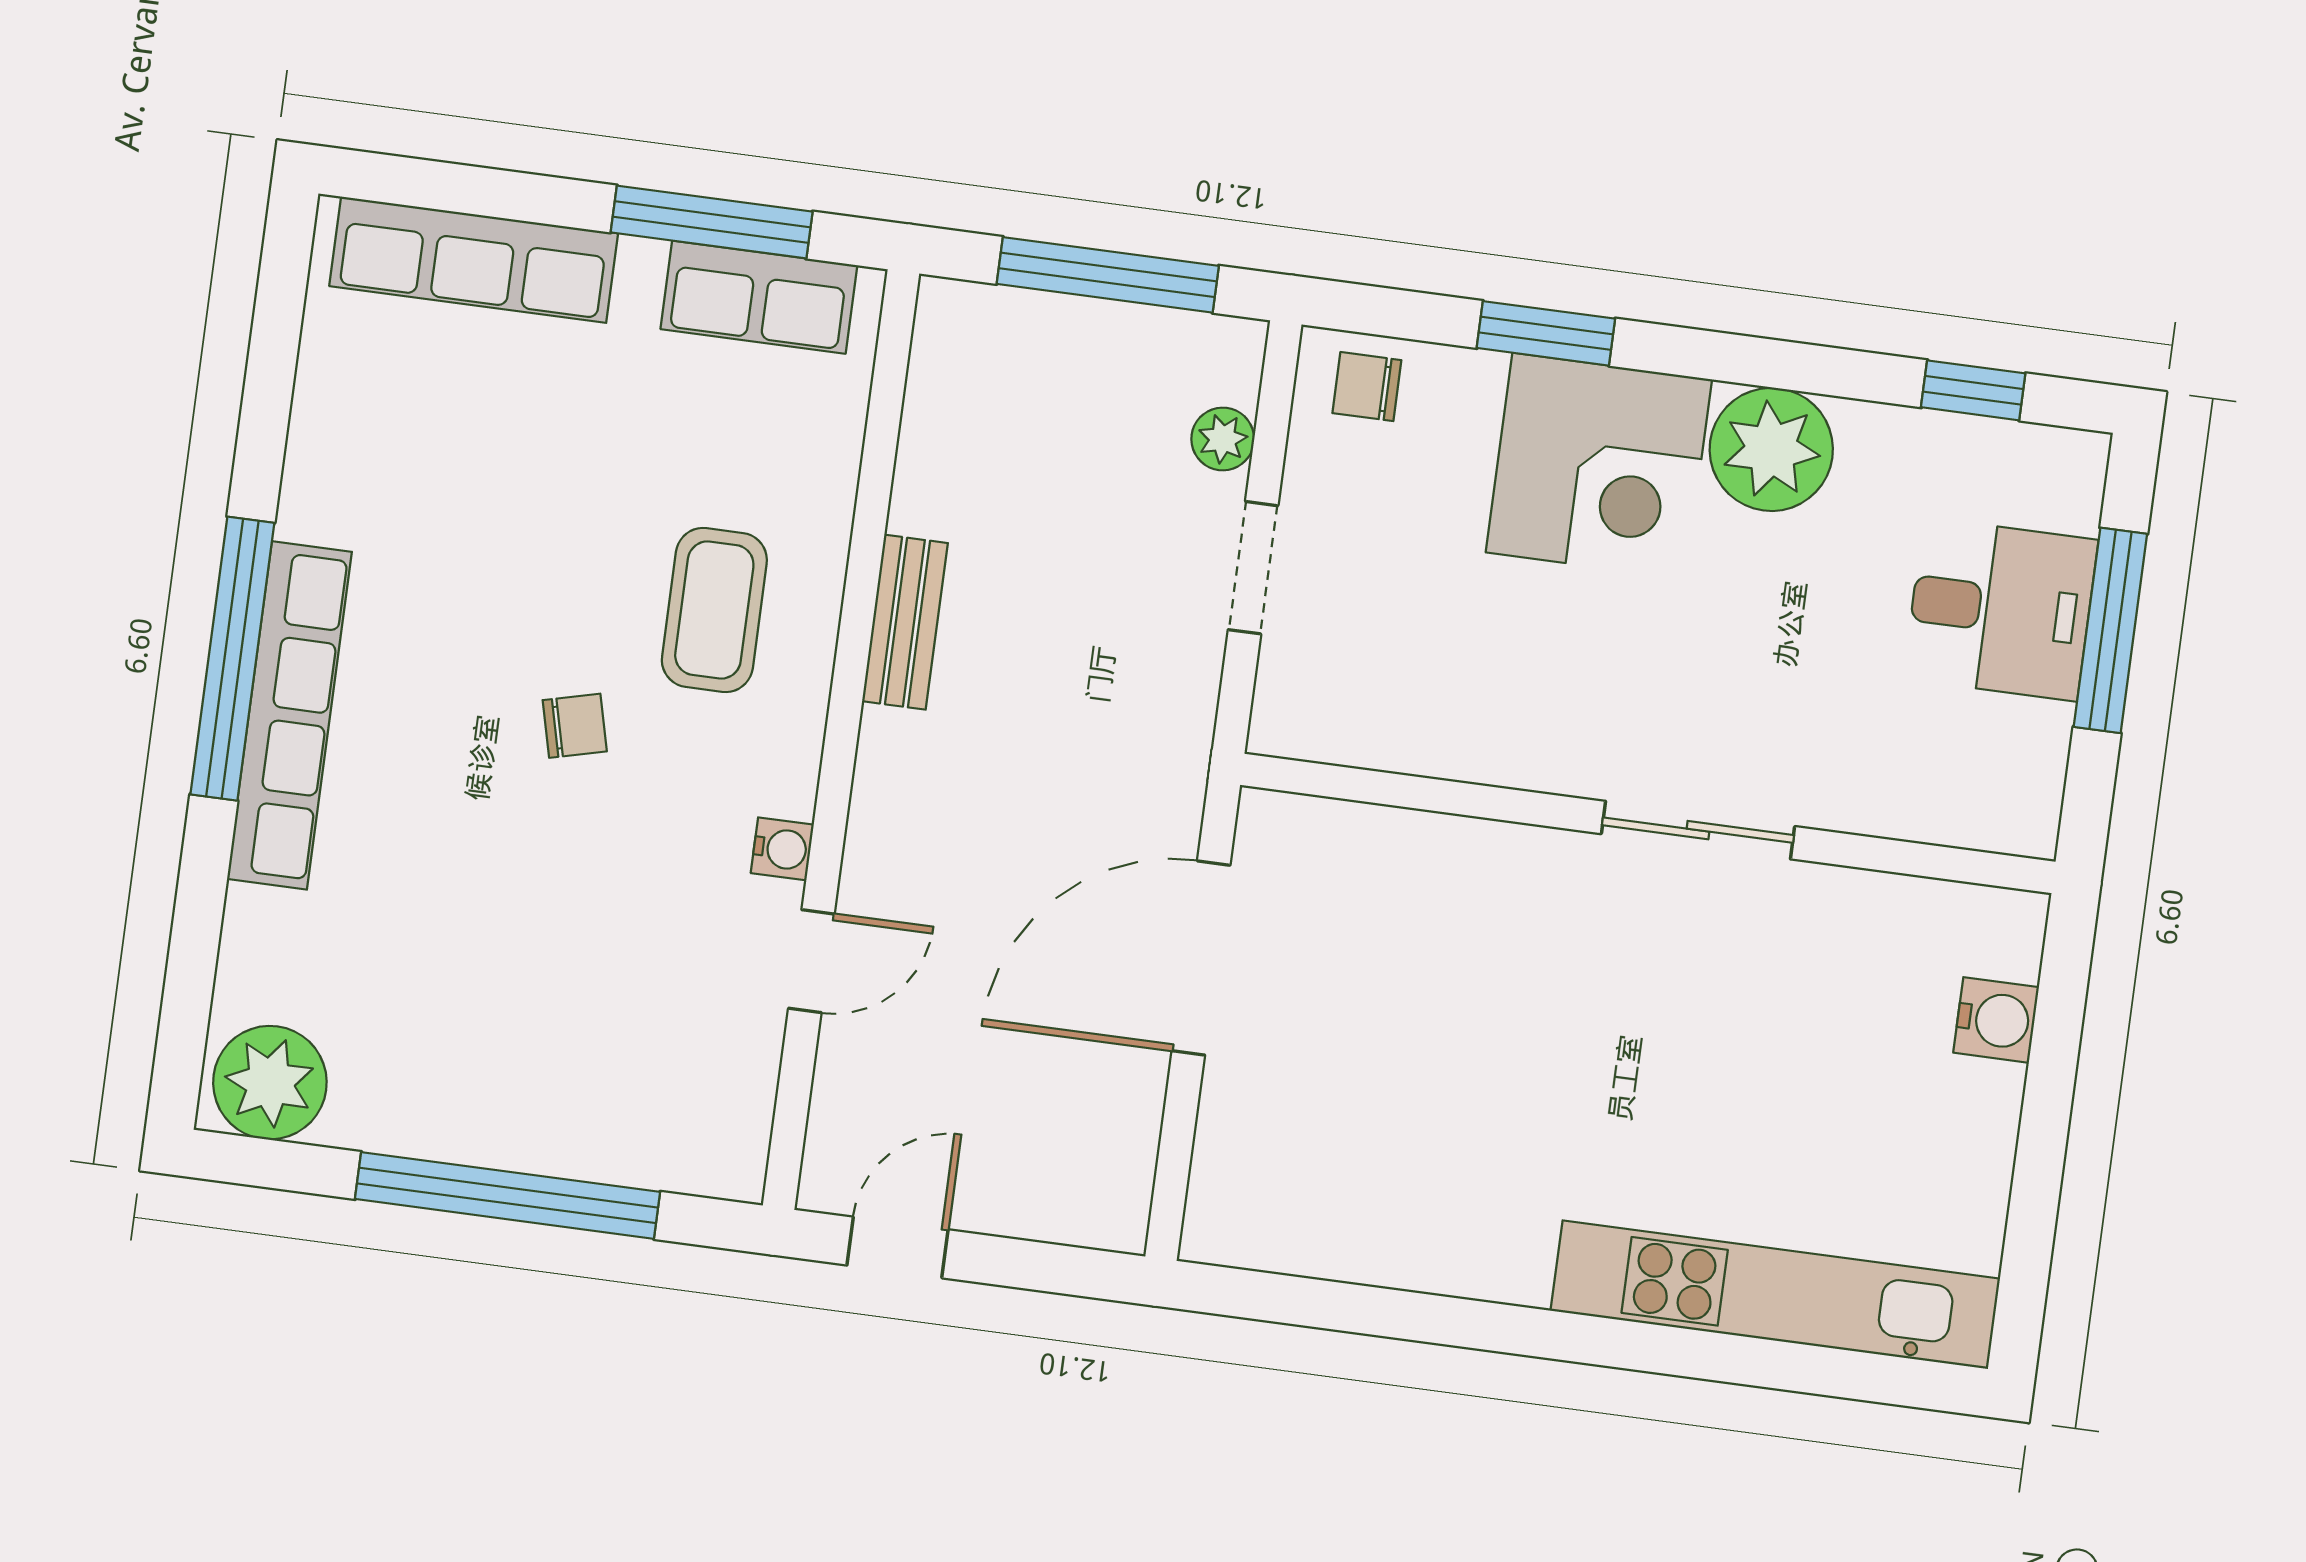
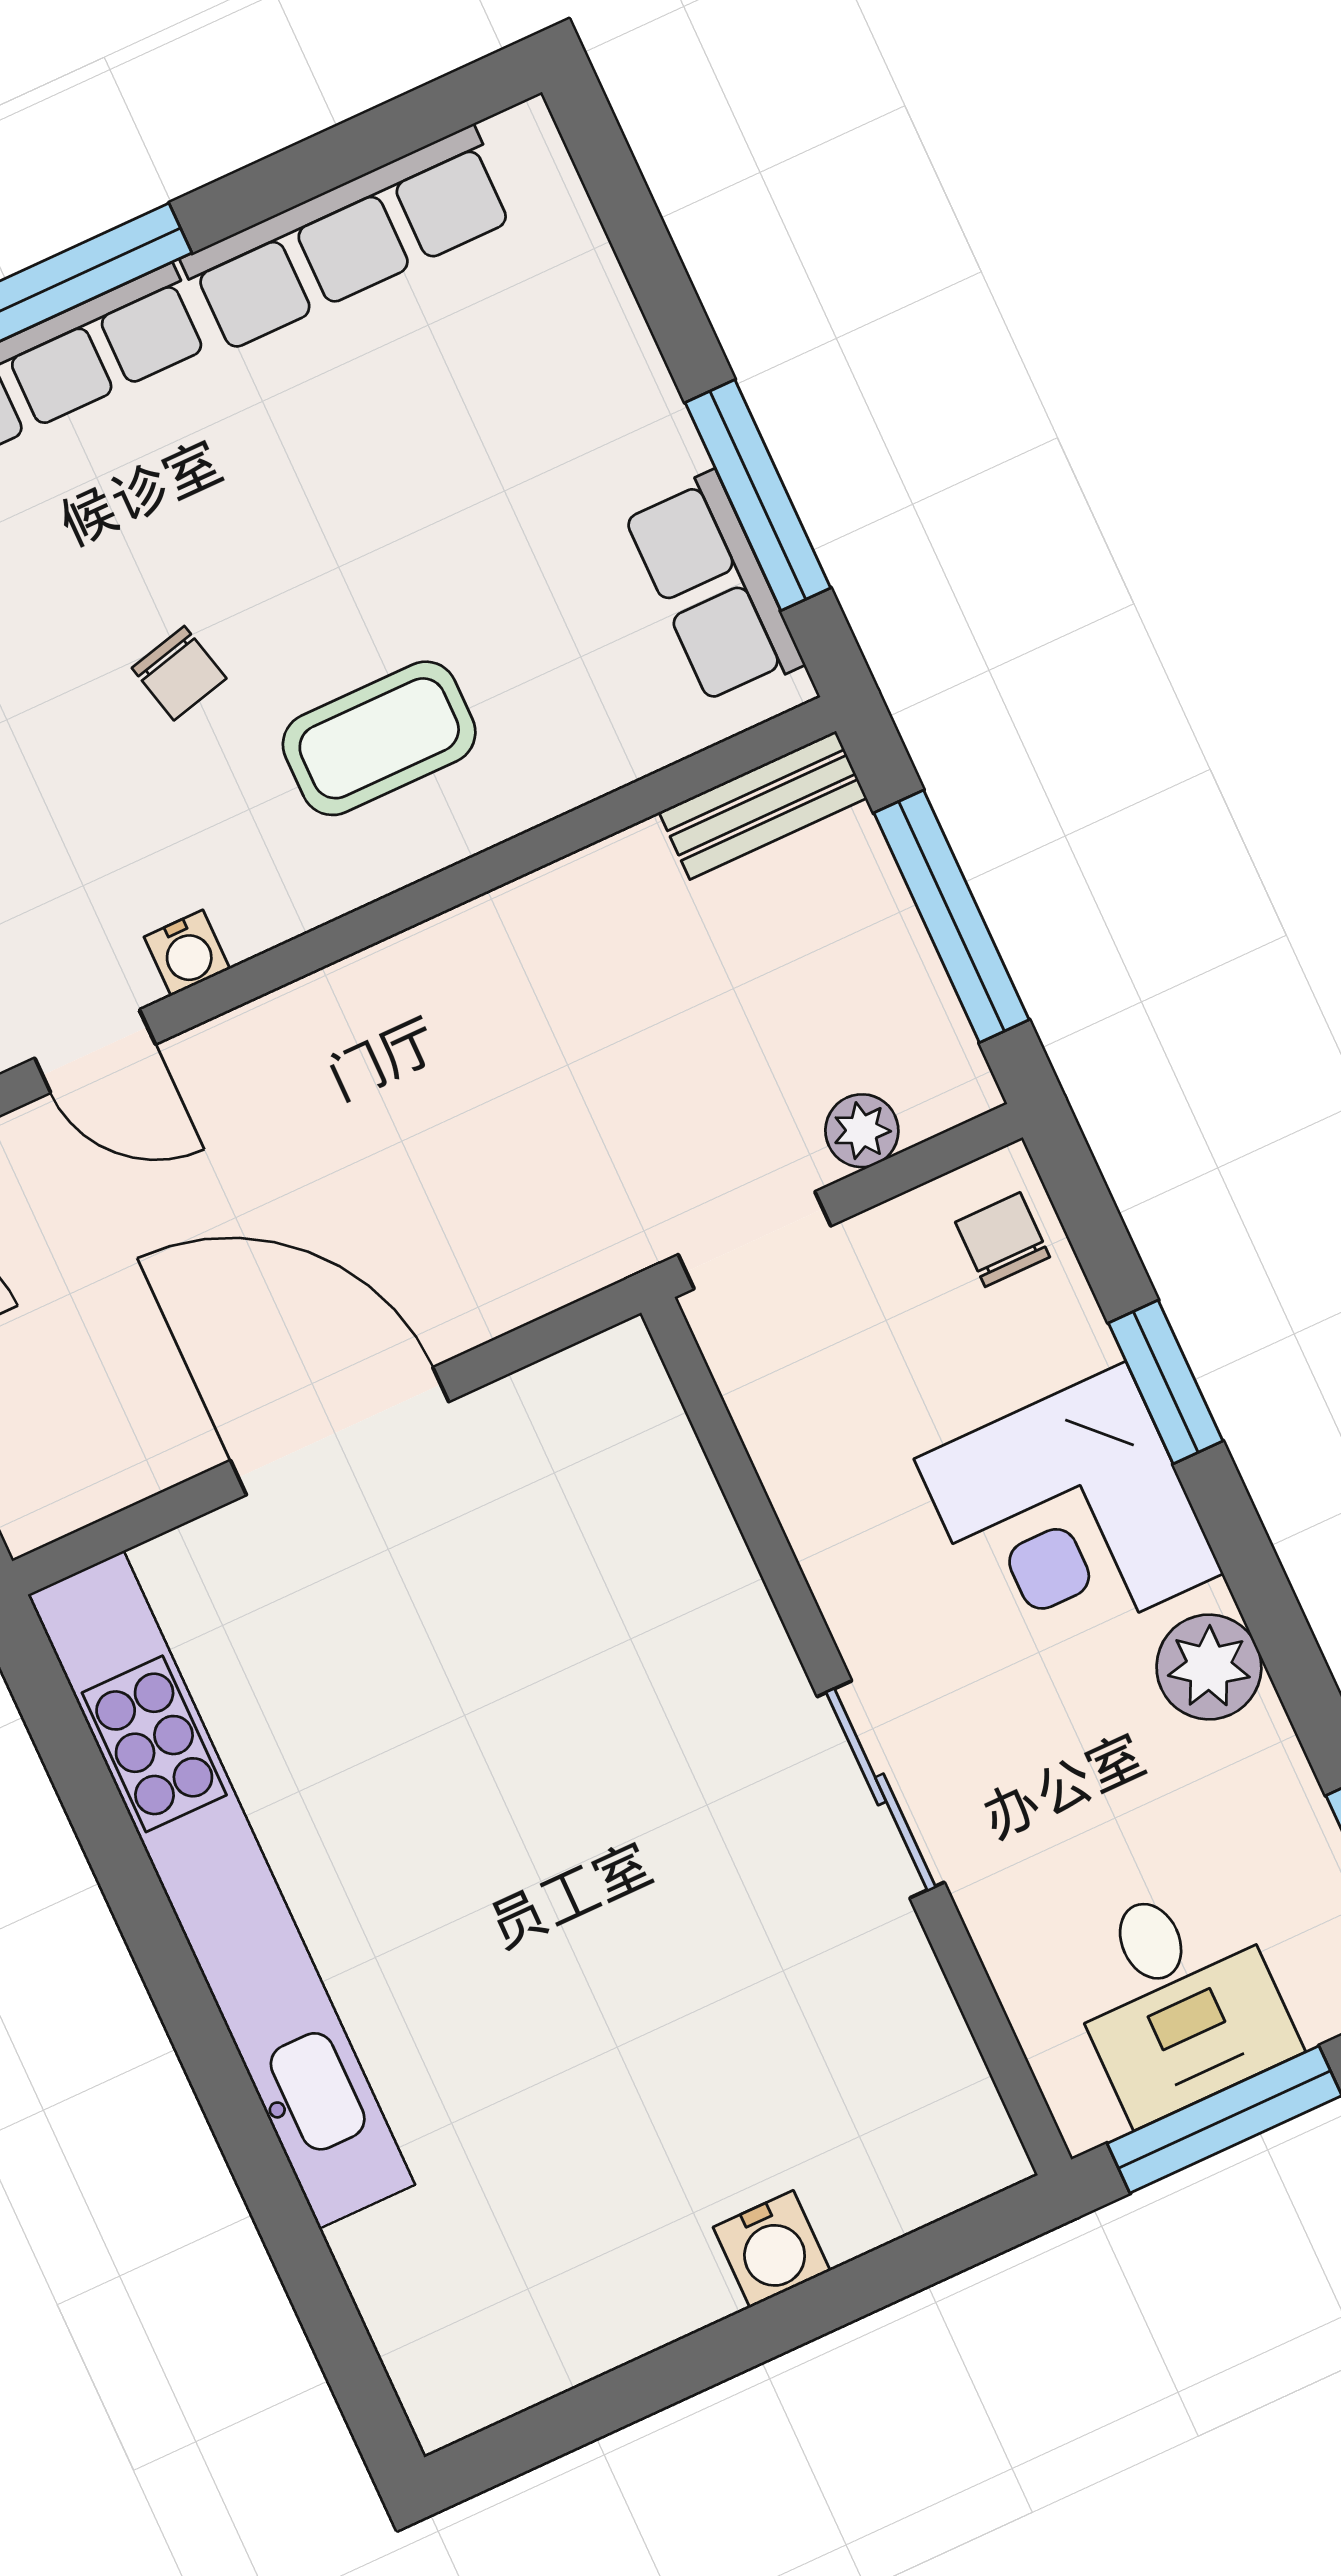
row of seats: (474, 260) -> (348, 239), moved, turned -90
plant: (1771, 449) -> (1209, 1667), width x0.73, depth x0.73
bench: (905, 622) -> (763, 805), moved
wall: (1648, 823) -> (856, 1736), moved
sliding door: (1698, 830) -> (881, 1789), moved
kitchen unit: (1775, 1295) -> (221, 1890), moved, width x1.36

